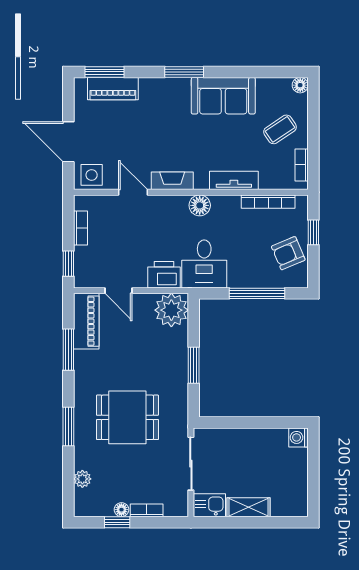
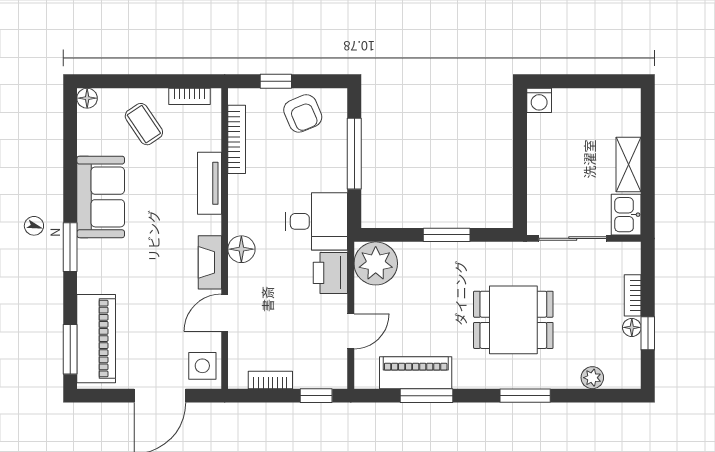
piano: (113, 89) -> (96, 339), width x1.37, depth x1.33
floor lamp: (200, 205) -> (241, 249), moved
piano: (86, 321) -> (416, 373), moved
dining table: (127, 417) -> (513, 320), turned 90

